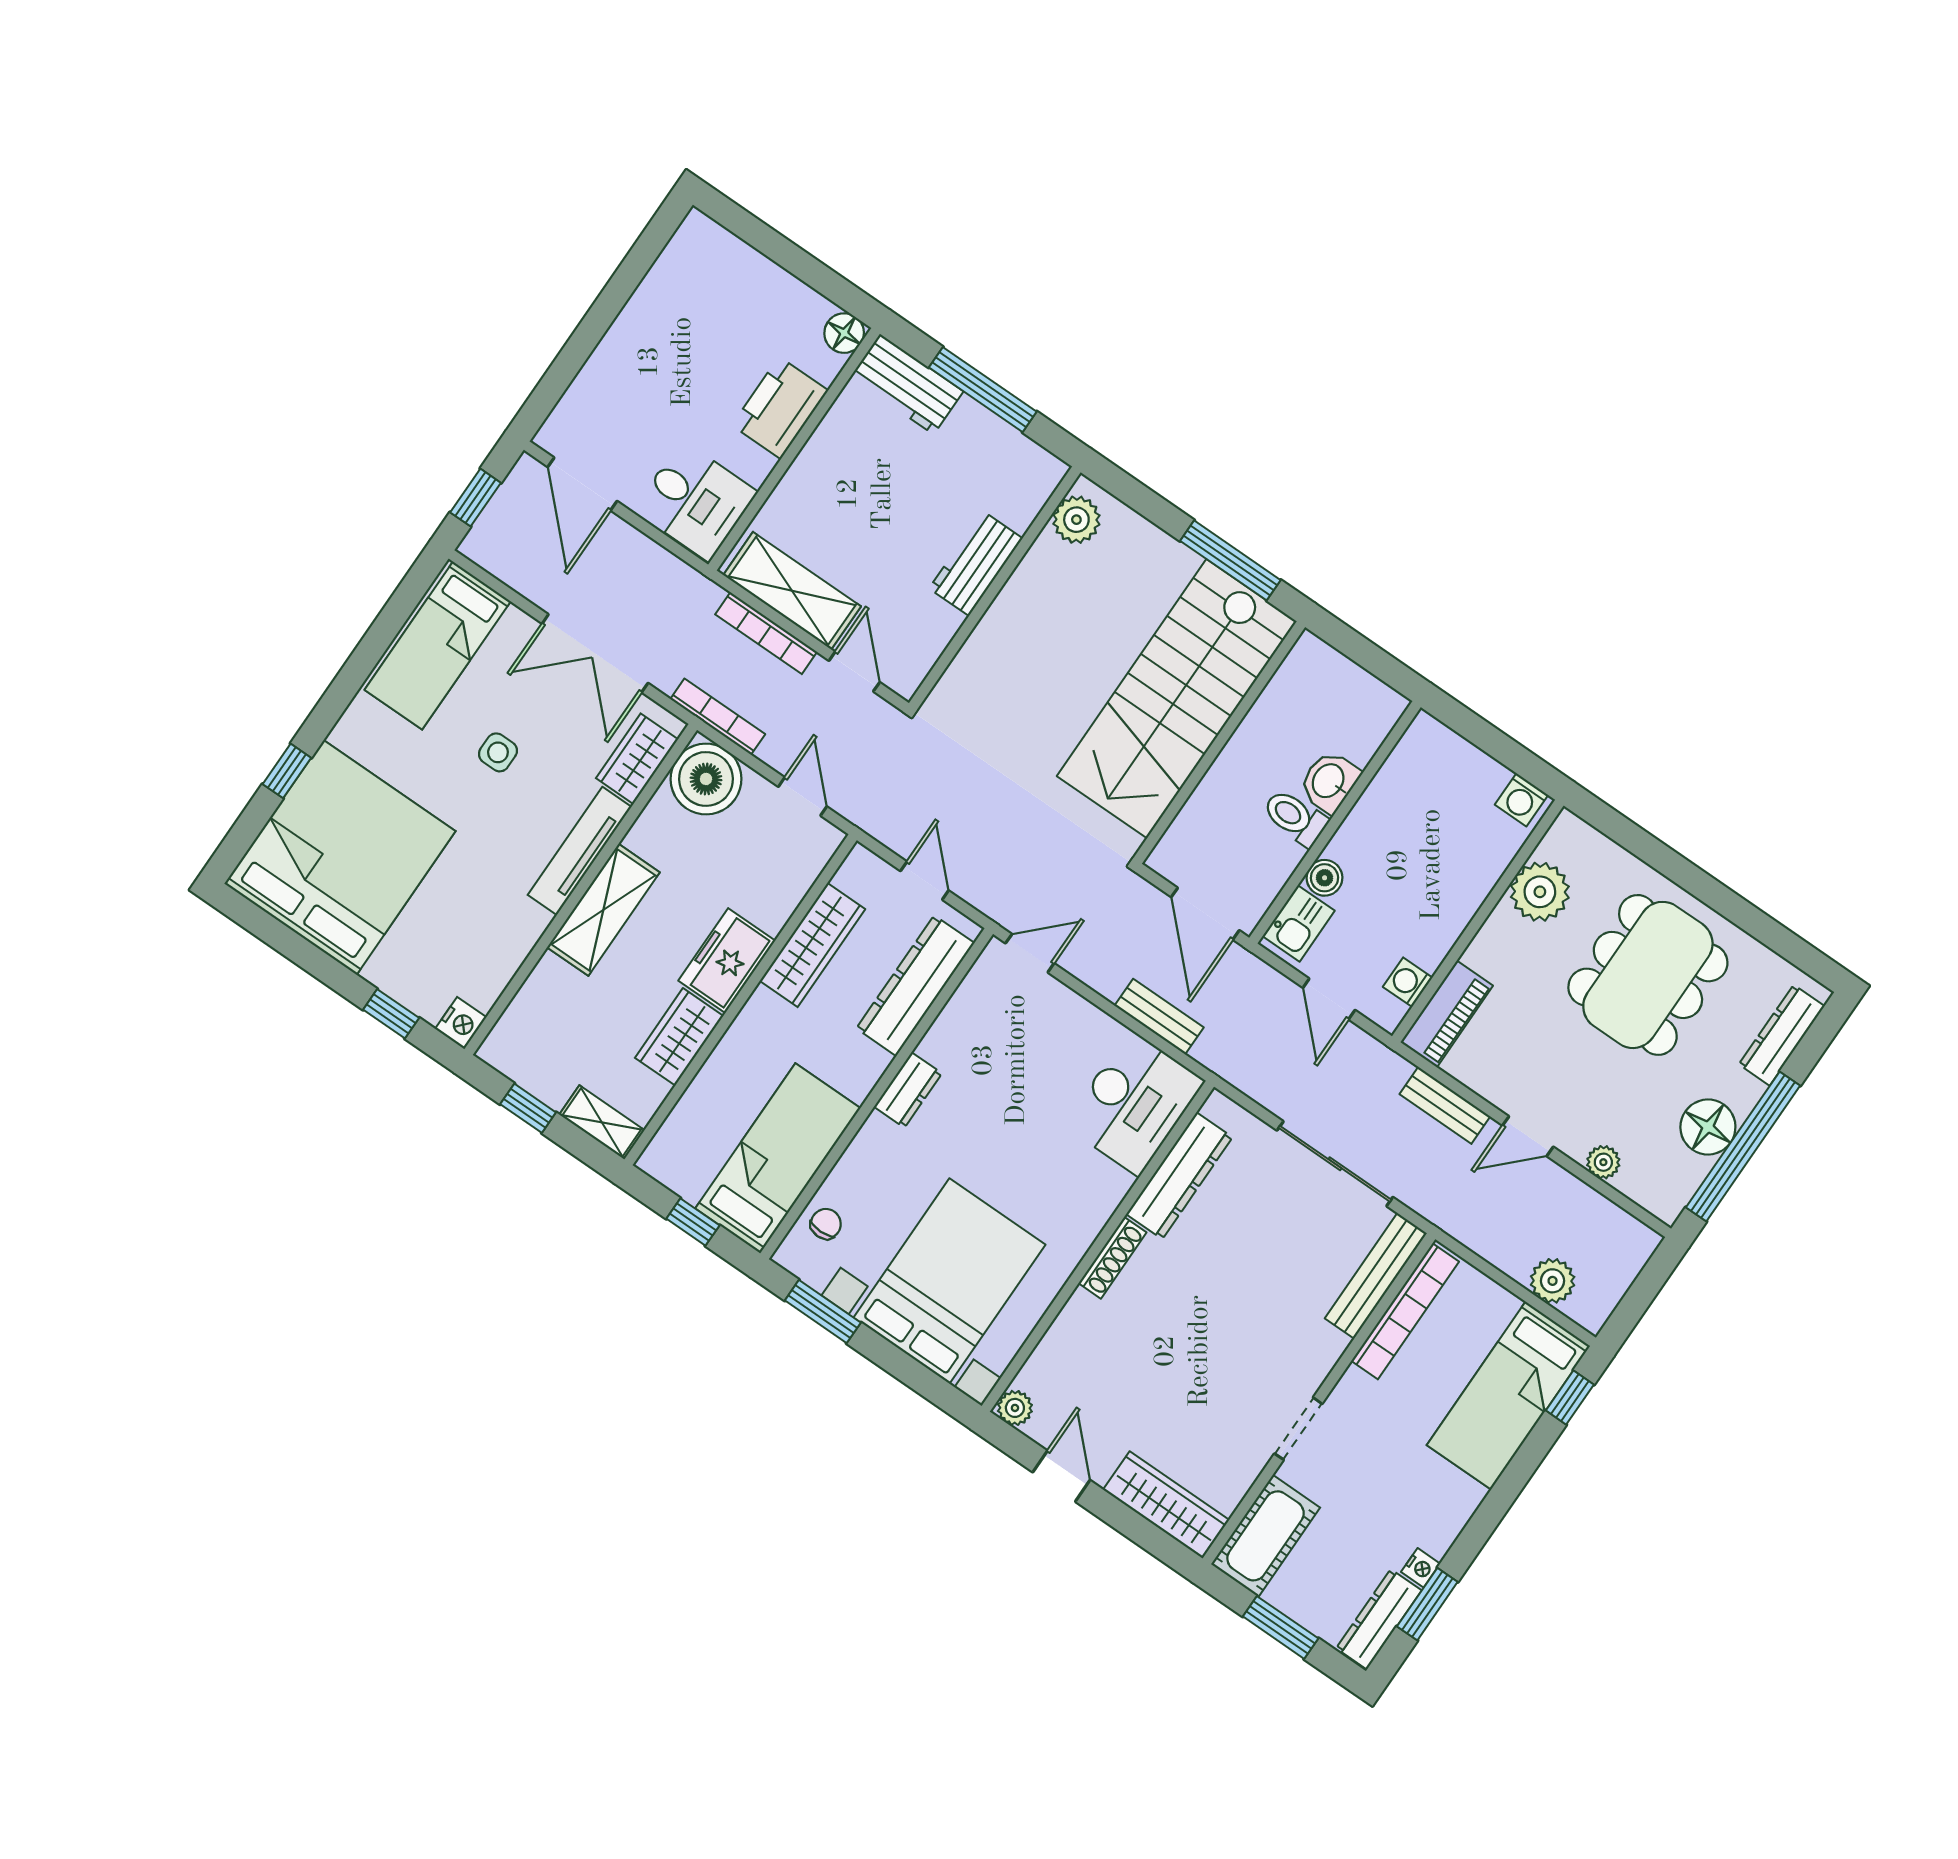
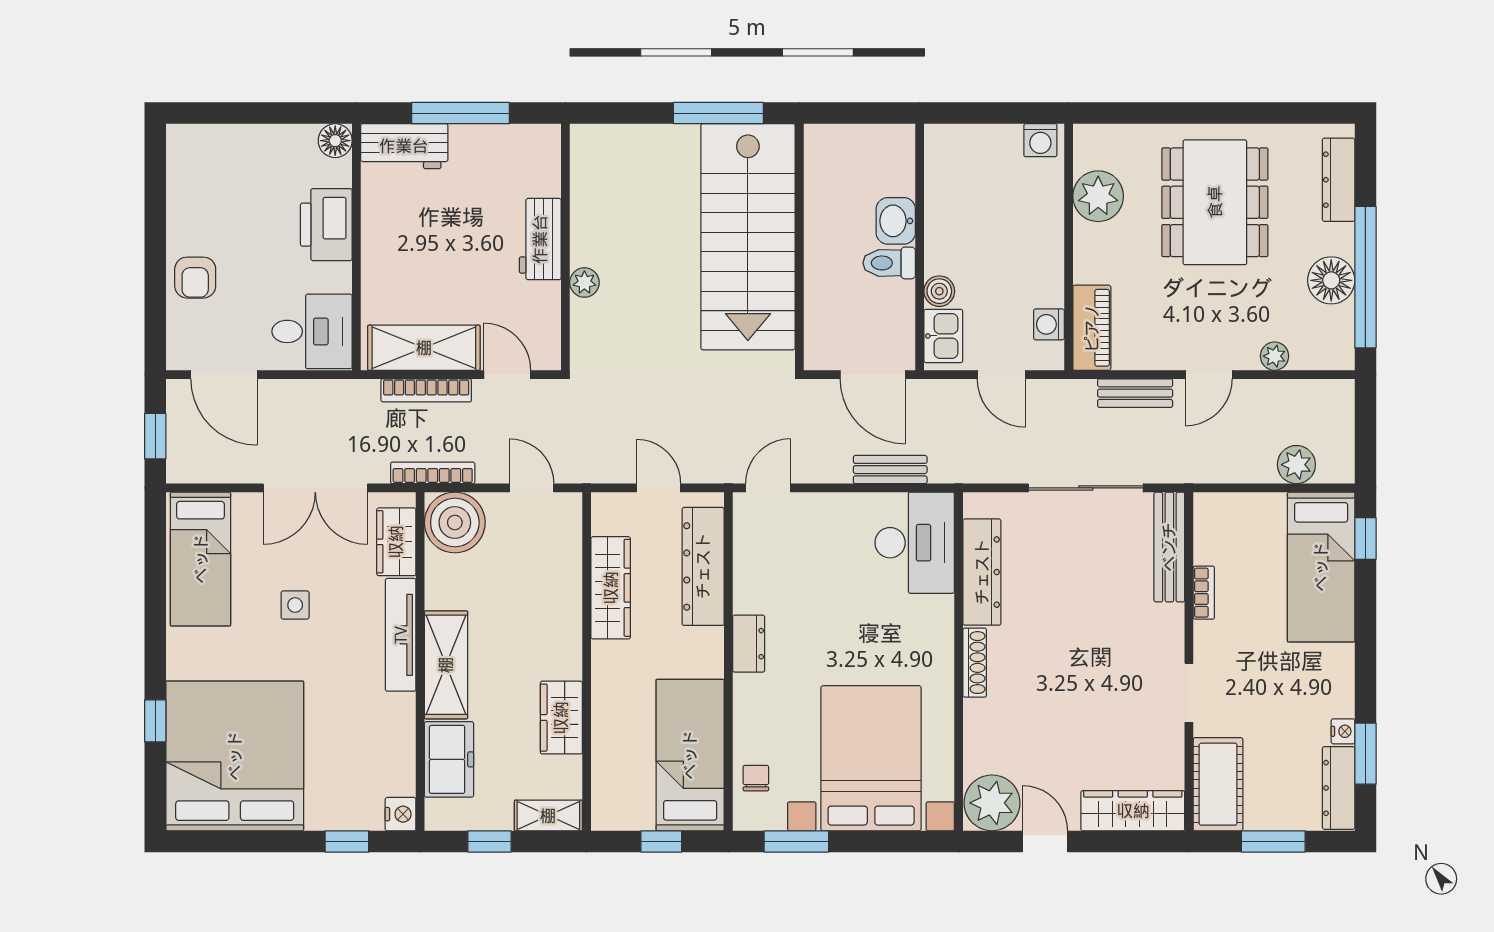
armchair: (619, 372) -> (195, 278), added
plant: (1076, 520) -> (584, 282), moved, width x0.73, depth x0.73
freezer: (727, 961) -> (449, 759), moved, turned 180
bookcase: (1405, 1311) -> (1204, 593), width x0.43, depth x0.76
plant: (1015, 1408) -> (992, 803), width x1.87, depth x1.87

